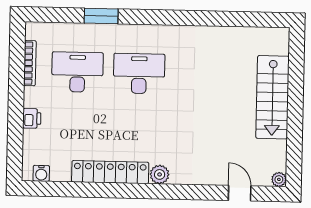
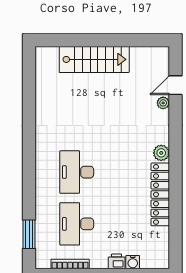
window: (101, 16) -> (29, 234), moved
water cooler: (41, 173) -> (133, 262), moved, turned 90
plant: (279, 179) -> (163, 103), moved

